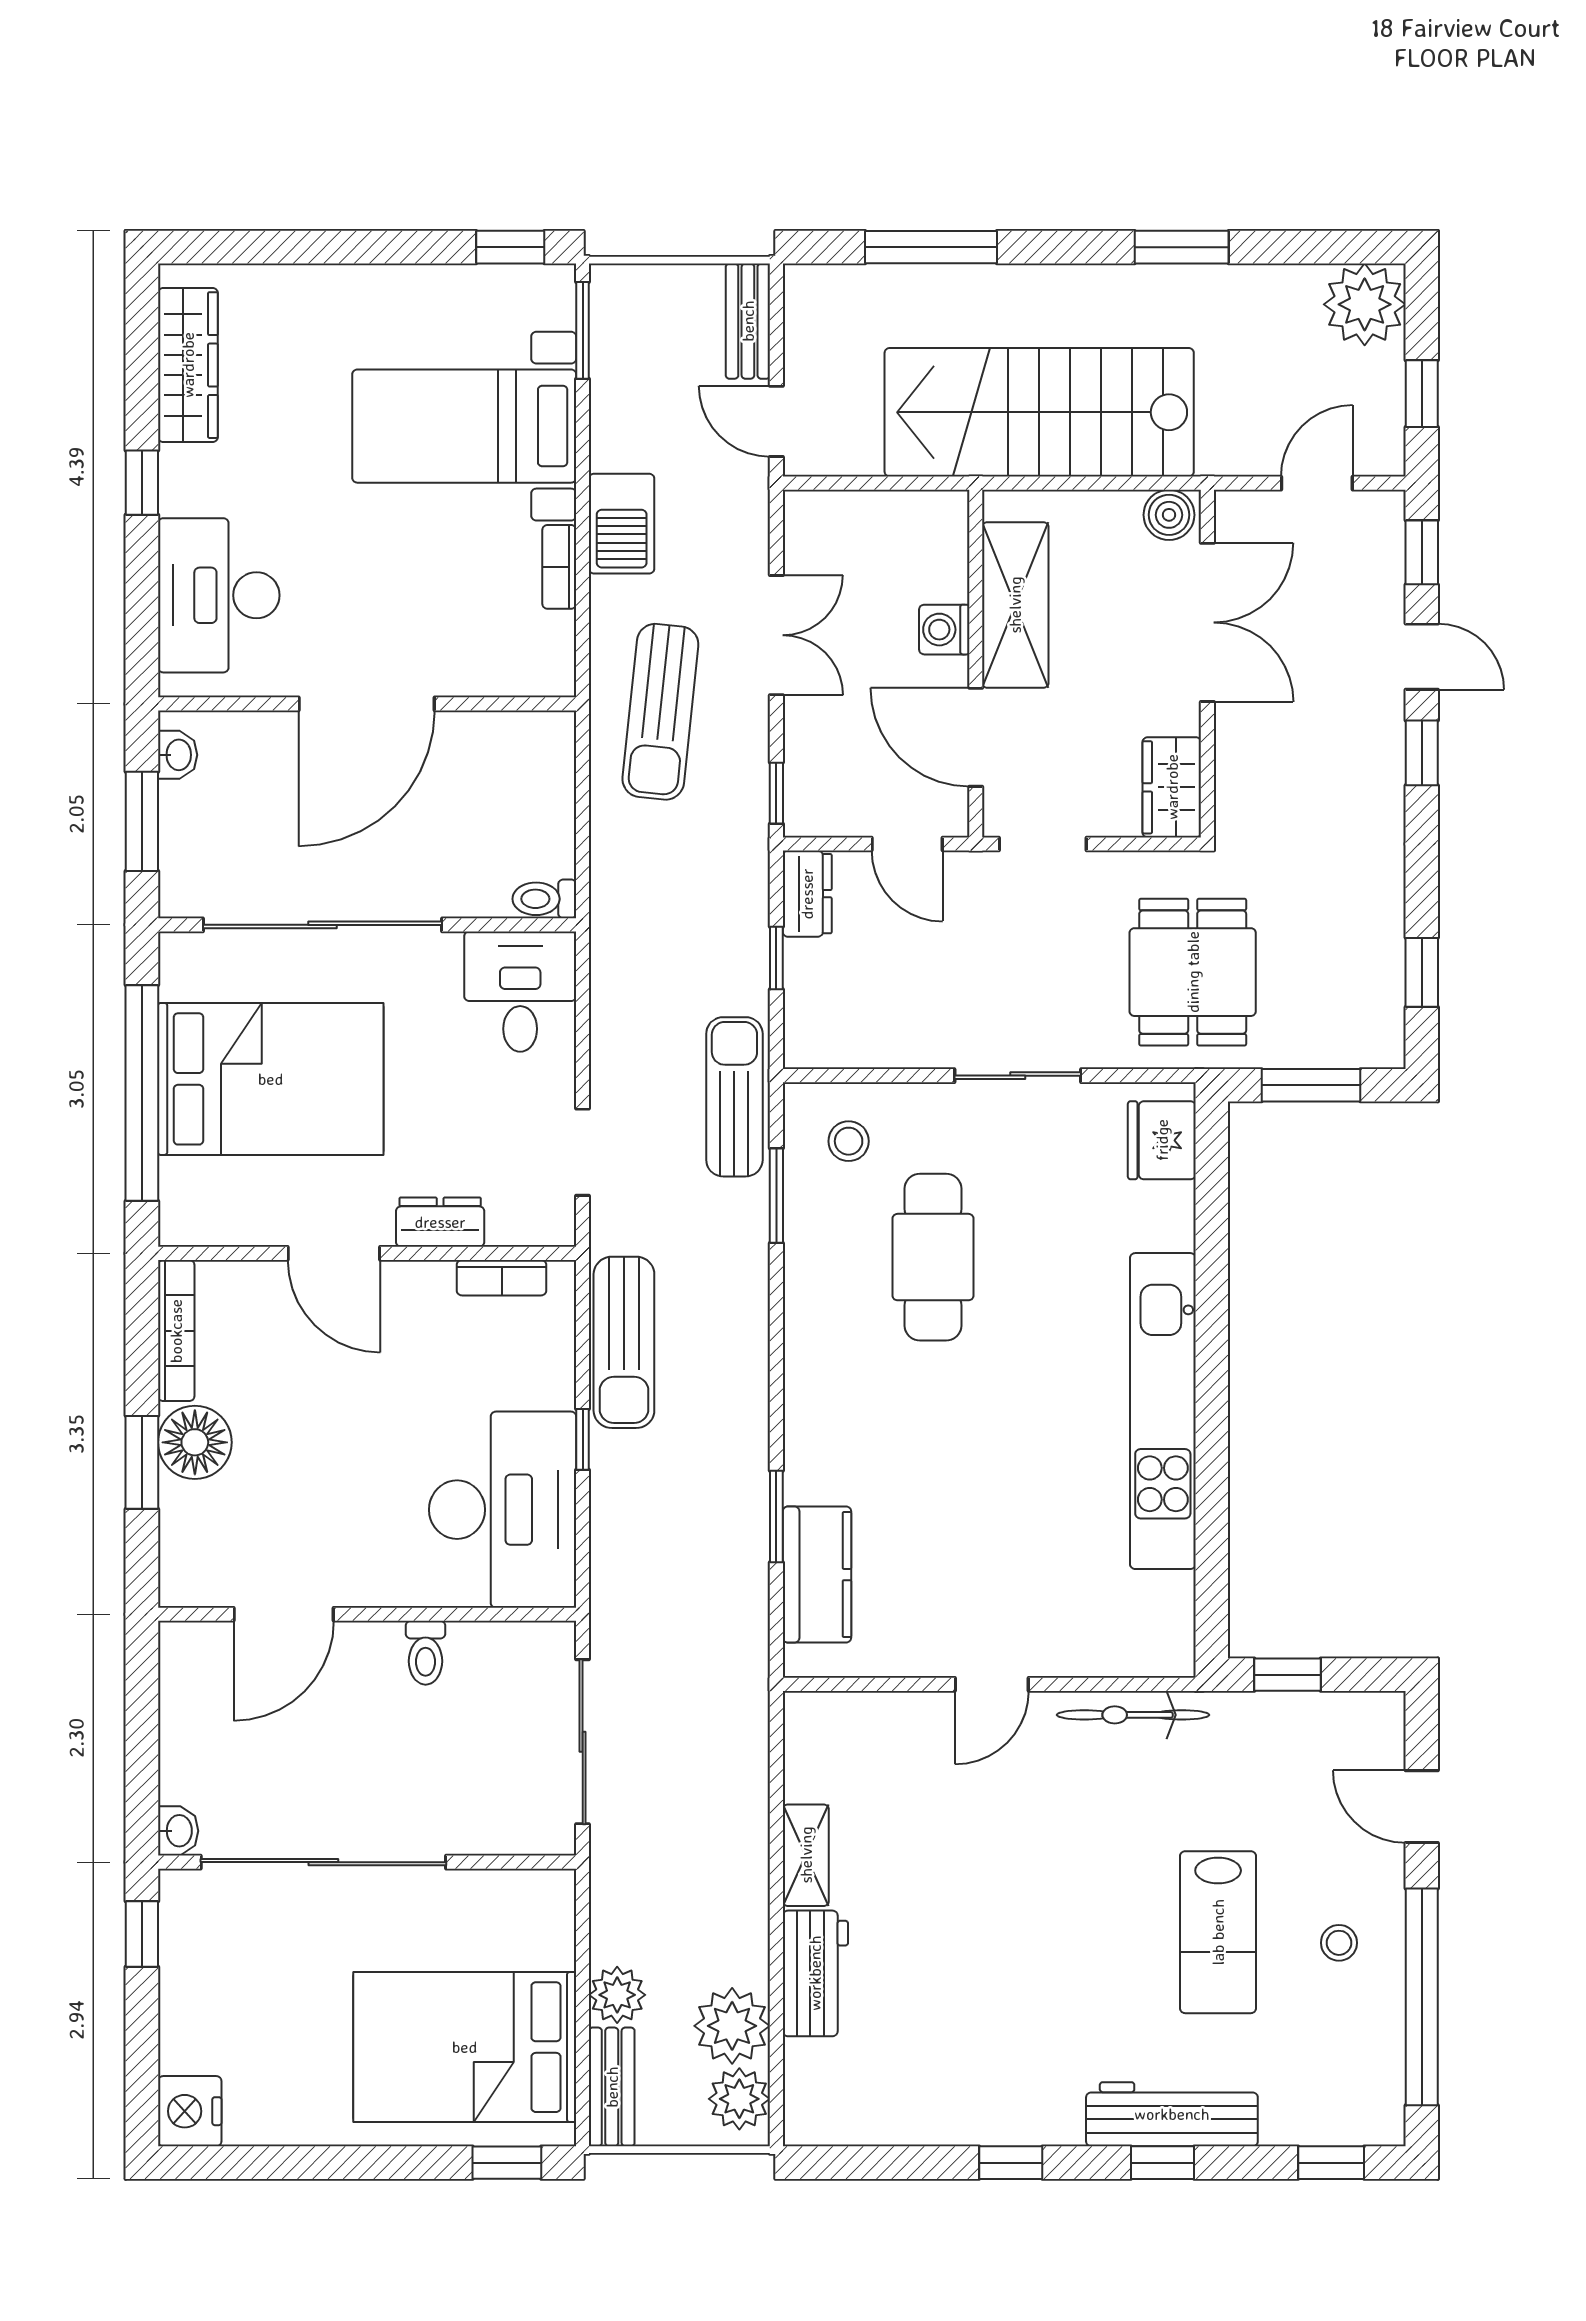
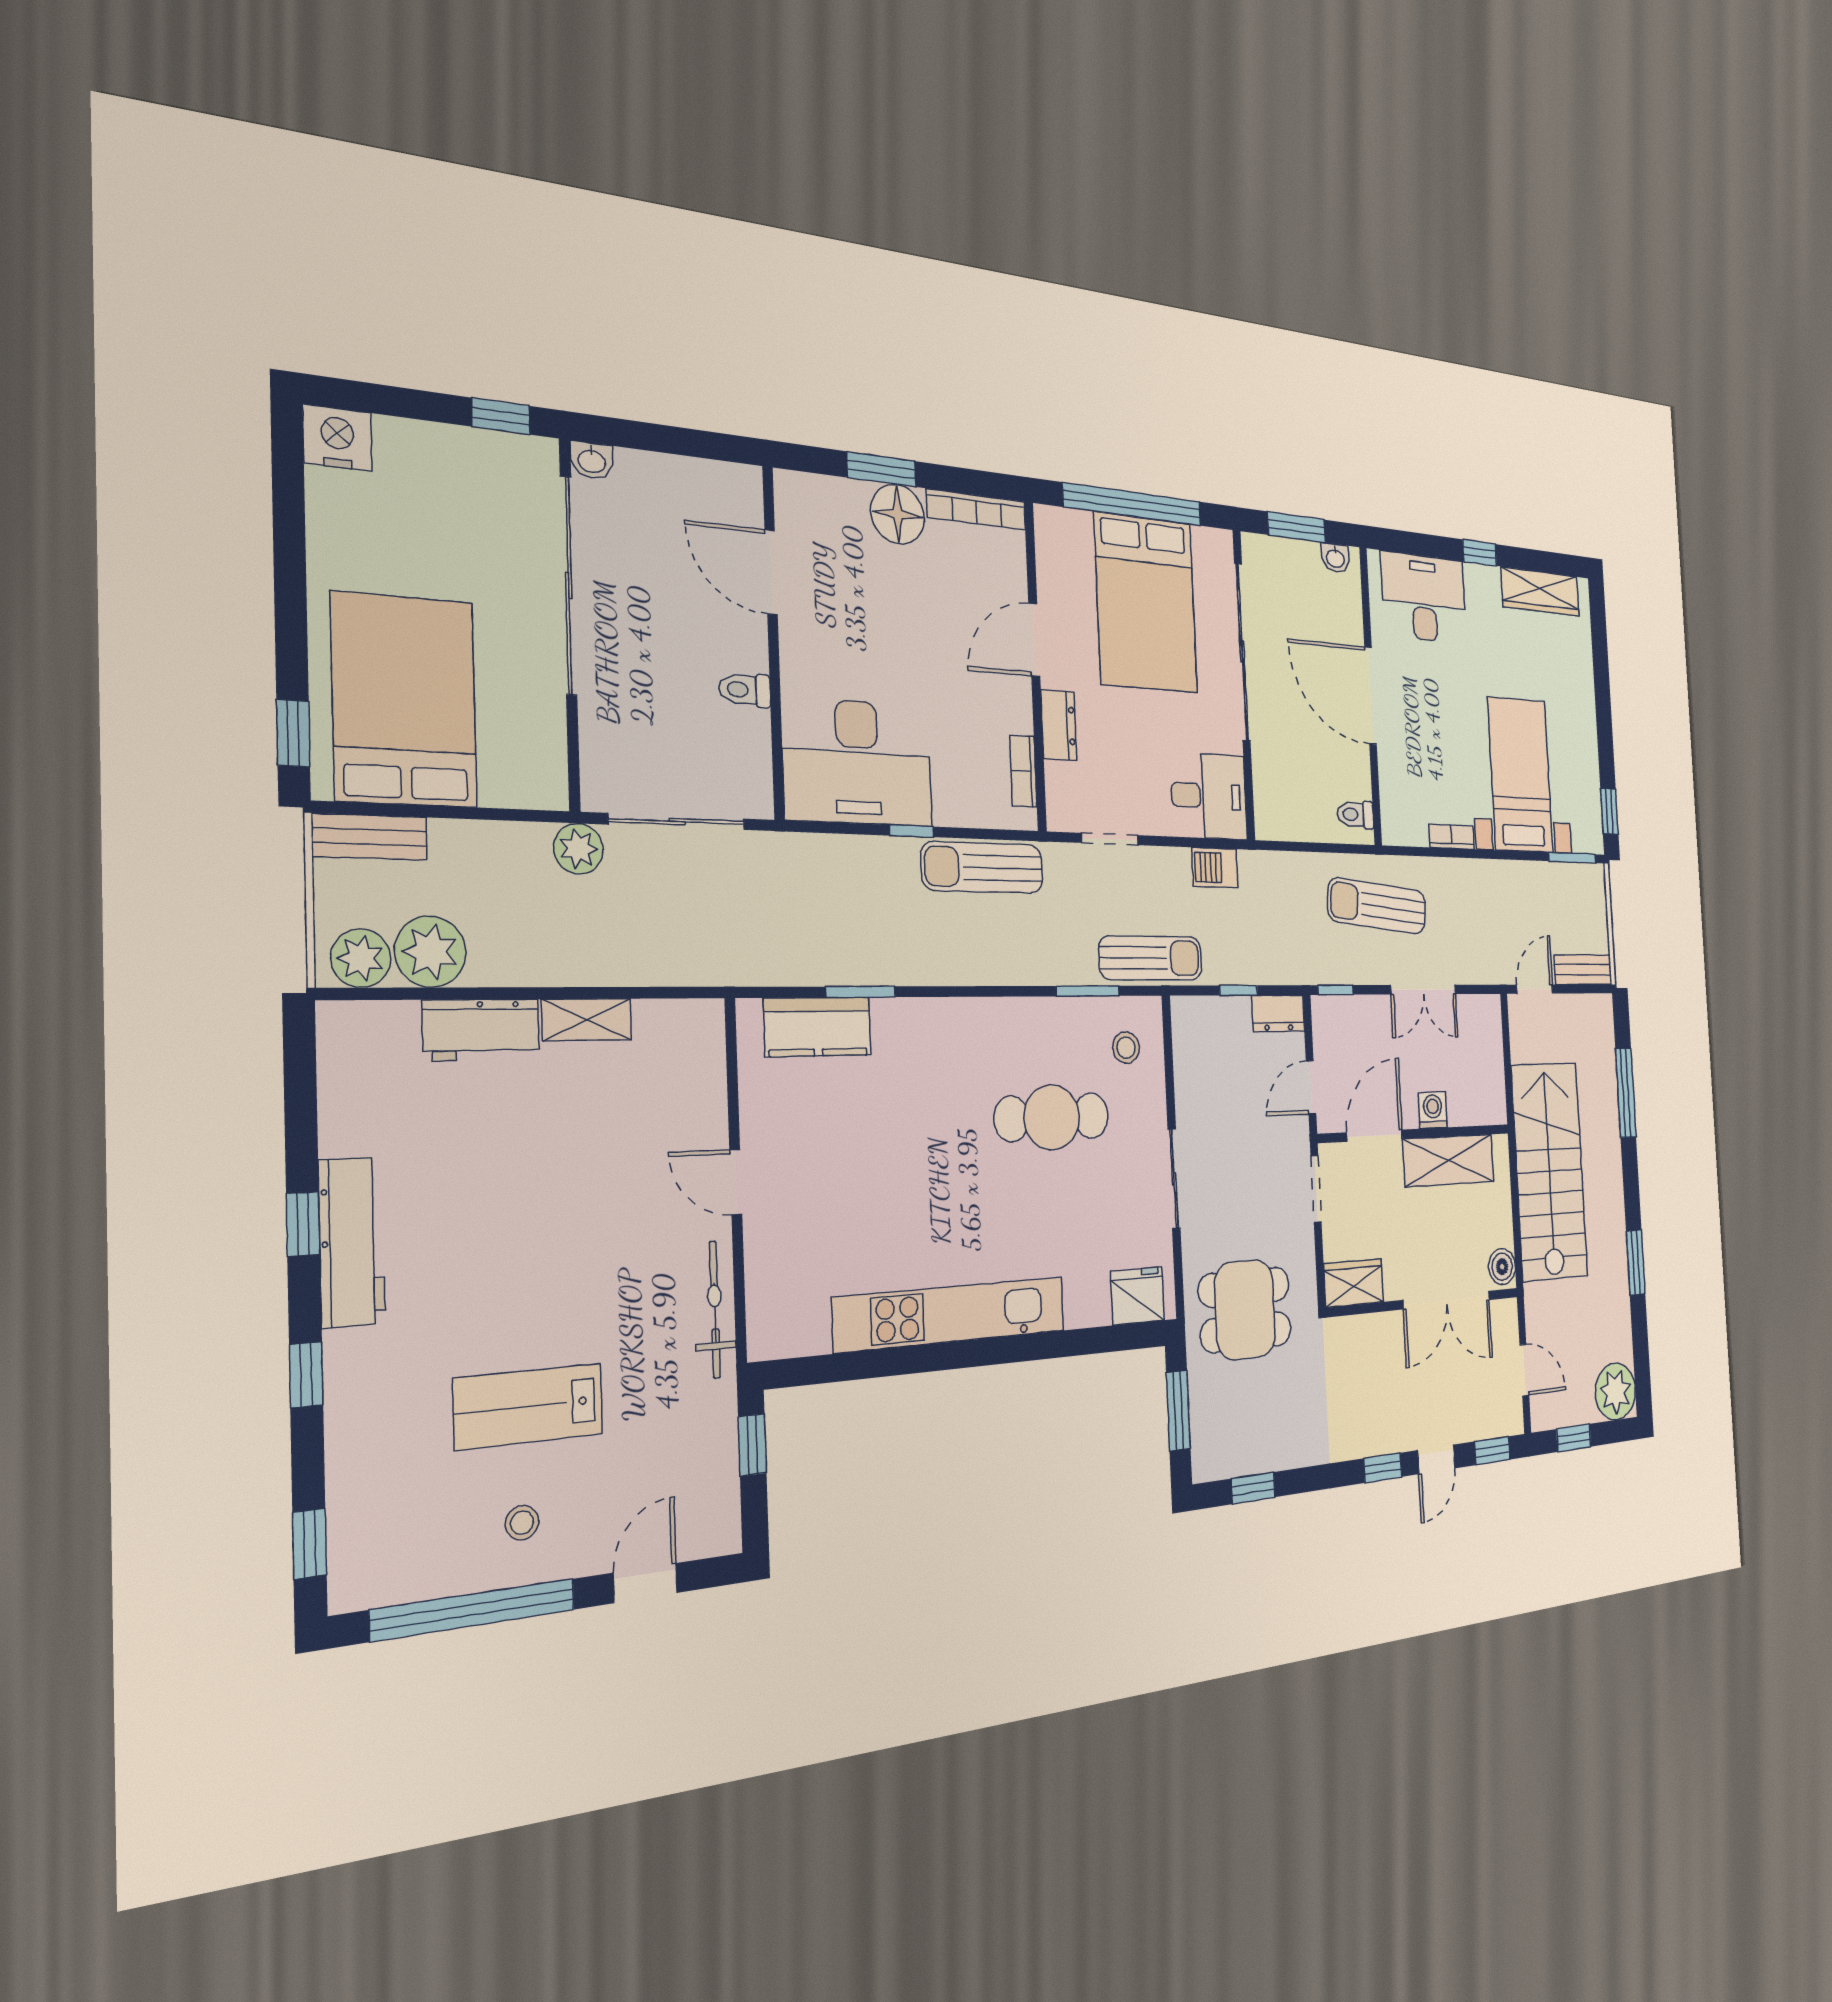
barbecue: (622, 524) -> (1215, 868), moved, width x0.73, depth x0.79
toilet: (544, 899) -> (1355, 815), moved, turned -90
plant: (617, 1995) -> (578, 849), moved
workbench: (1172, 2114) -> (352, 1242), moved

